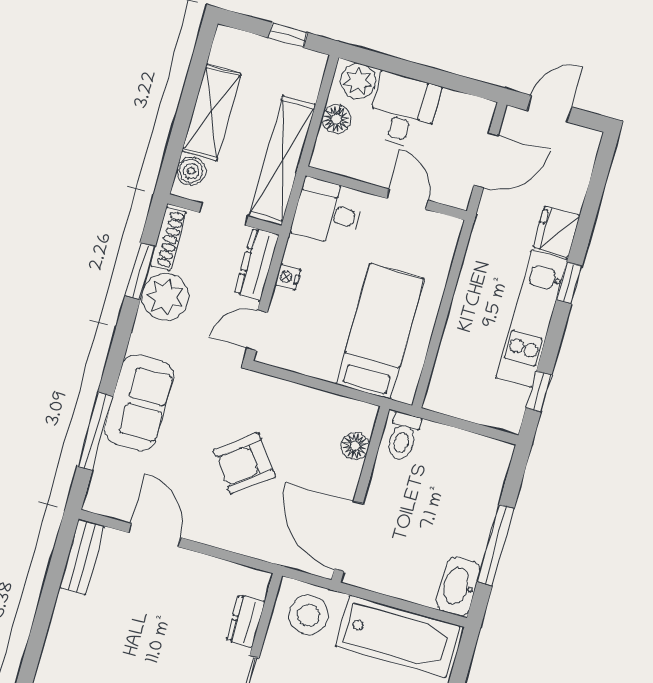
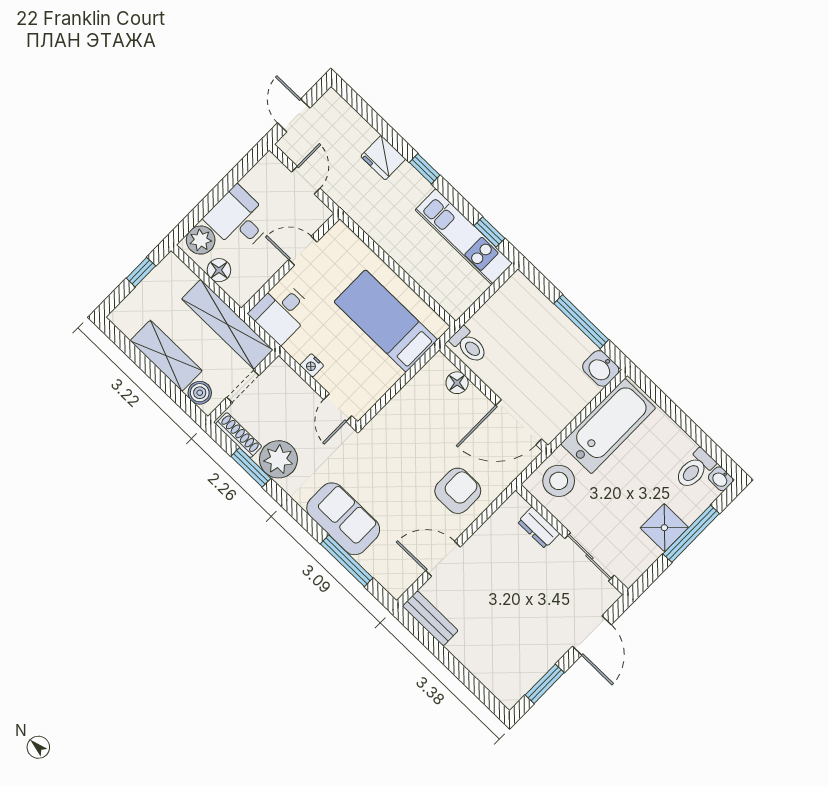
door: (486, 160) -> (306, 180), width x0.73
dresser: (257, 264) -> (291, 382), removed
kitchen unit: (532, 319) -> (464, 237), moved
armchair: (244, 463) -> (458, 491), moved, turned -143
washbasin: (458, 587) -> (601, 368), width x0.72

